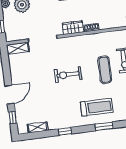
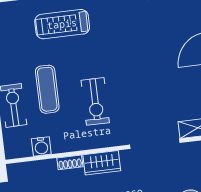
water cooler: (108, 37) -> (41, 146), added
exercise bike: (68, 75) -> (95, 101), moved, turned 90

